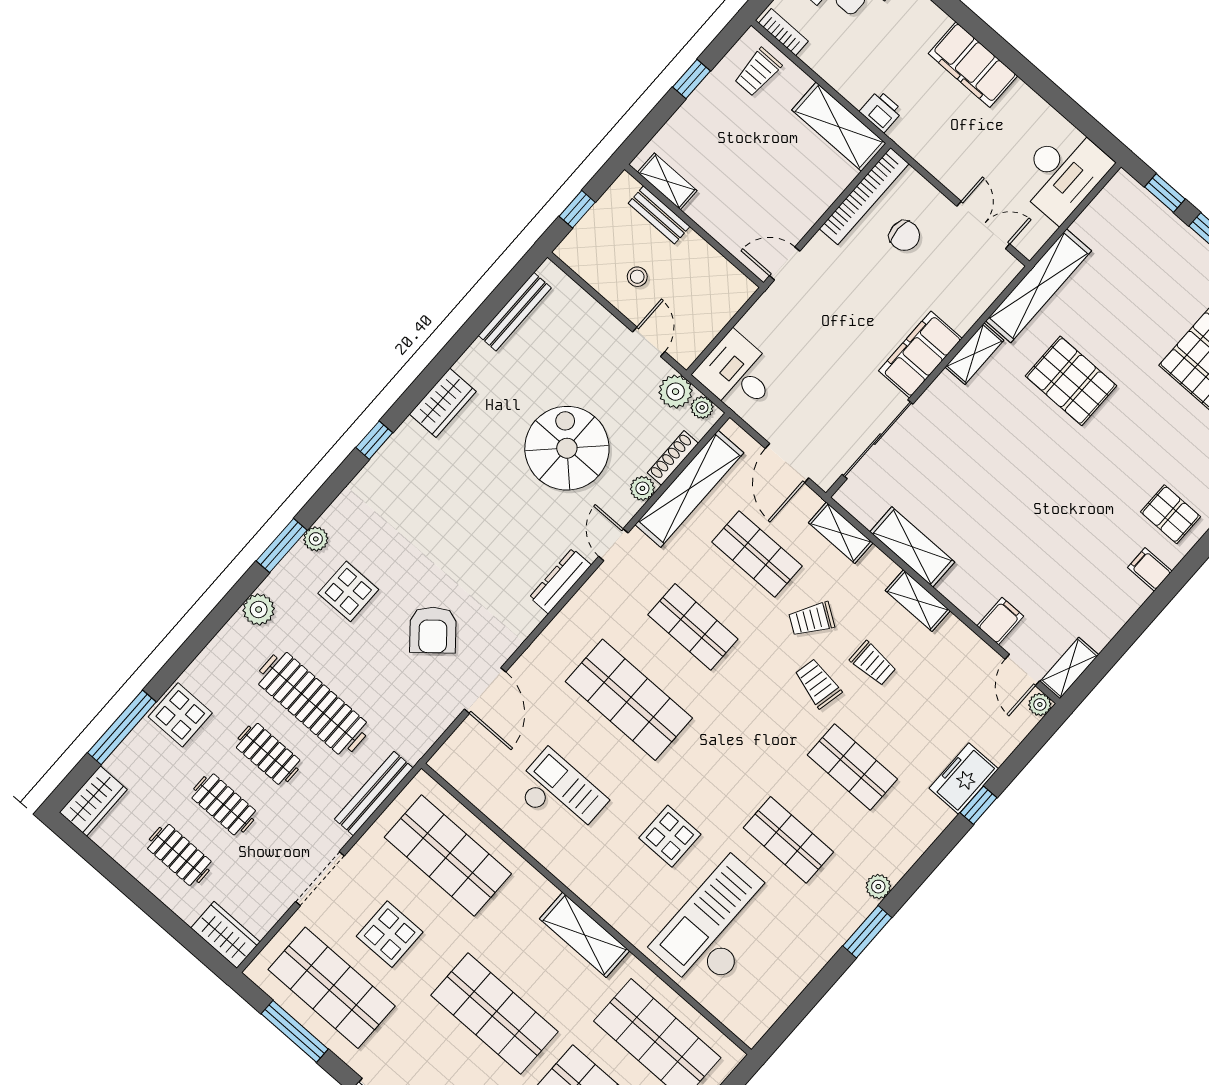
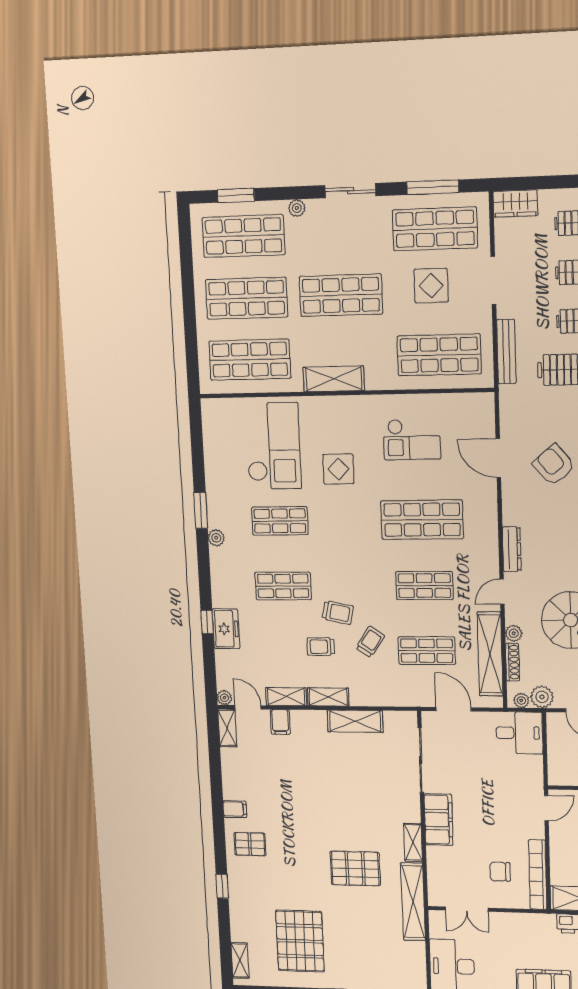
shelving: (841, 533) -> (286, 697), moved
door: (613, 545) -> (502, 592), swing flipped

